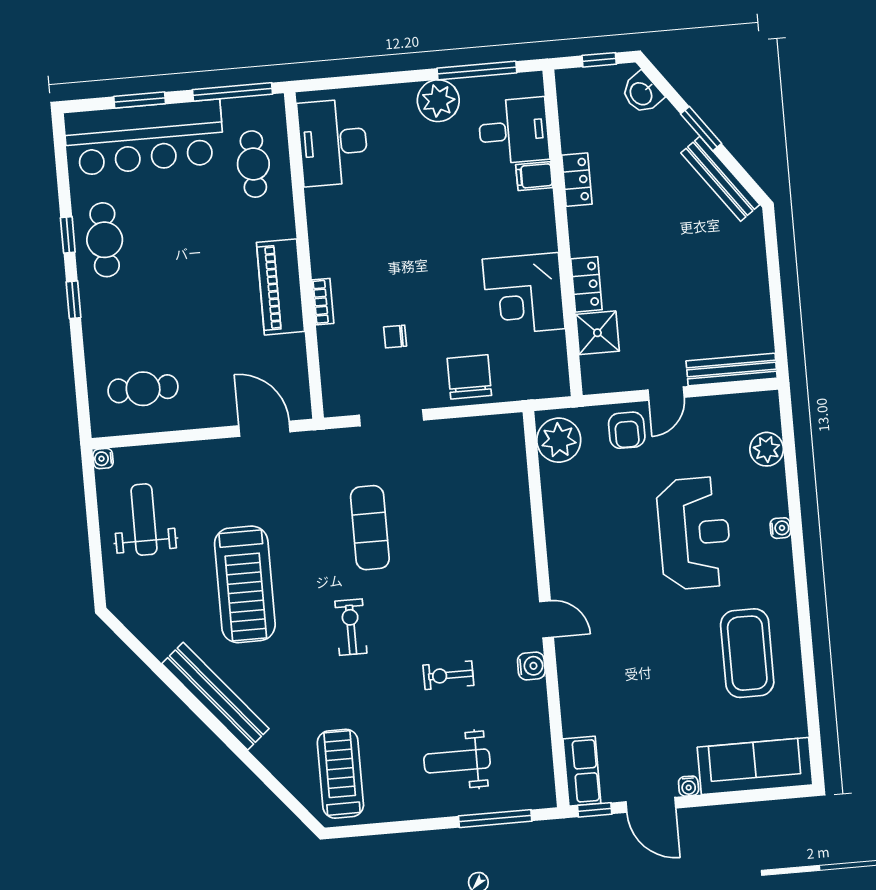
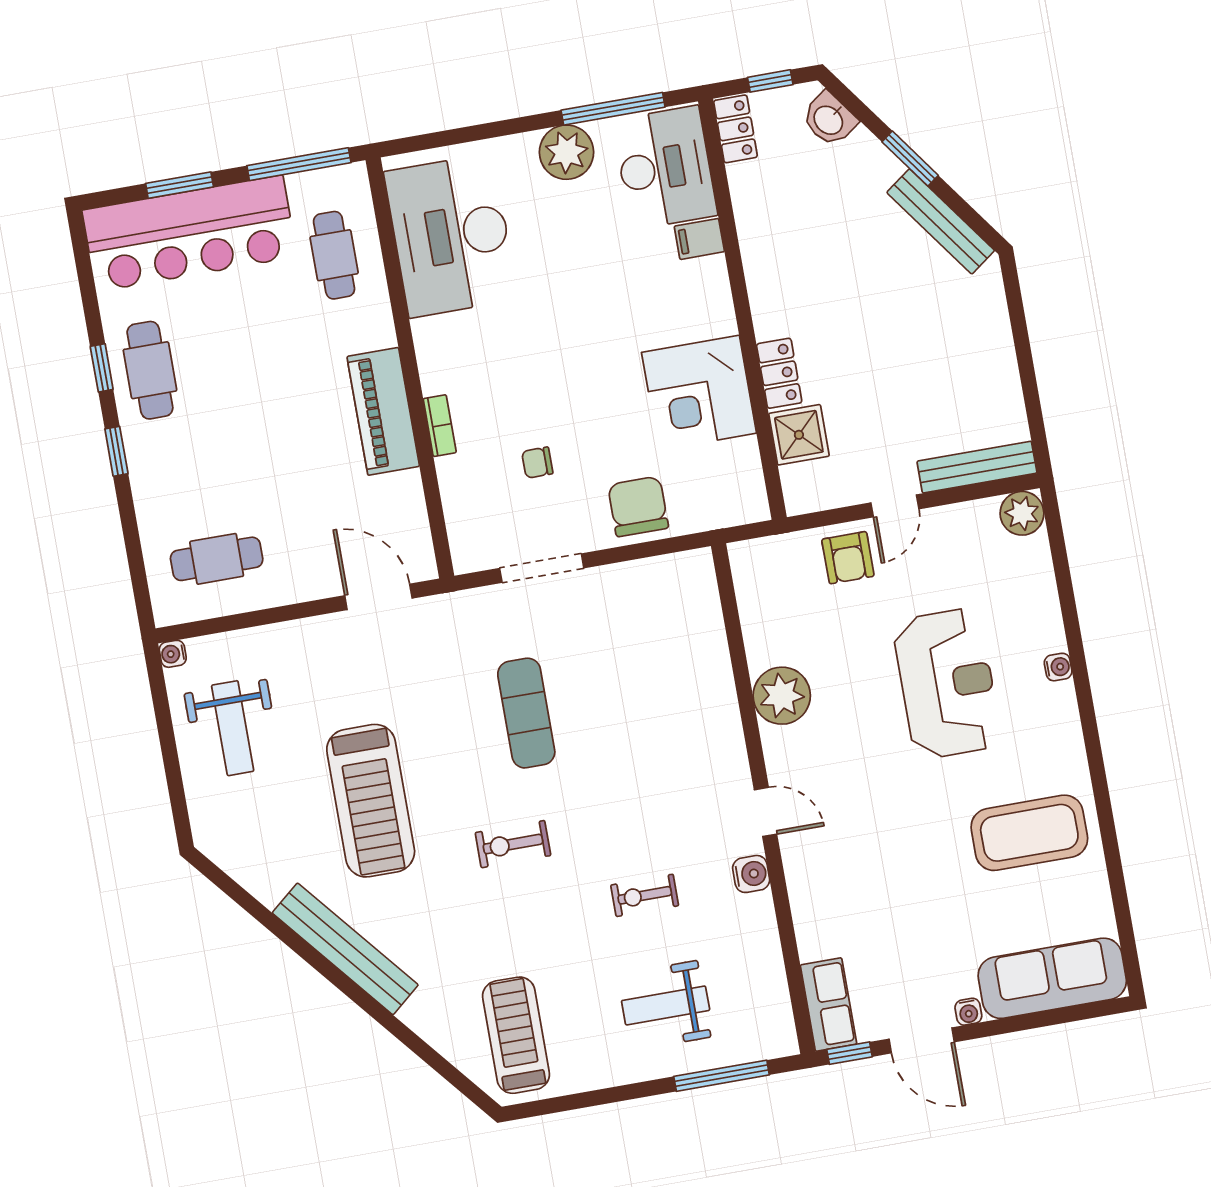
desk: (514, 131) -> (665, 168), width x1.37
desk: (333, 142) -> (451, 235), width x1.36, depth x1.30
locker: (577, 180) -> (735, 129), moved
plant: (559, 440) -> (782, 696), moved
plant: (767, 449) -> (1022, 513), moved
weight bench: (144, 520) -> (233, 728), turned 180
exercise bike: (351, 627) -> (513, 844), turned -90
coffee table: (747, 653) -> (1029, 833), turned 90

